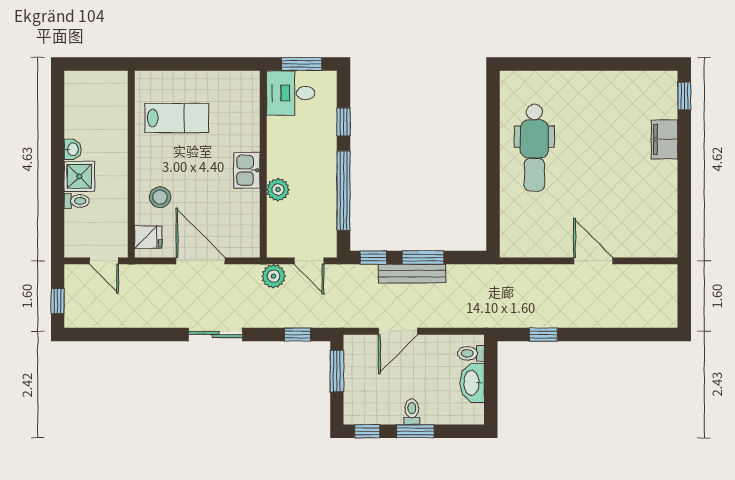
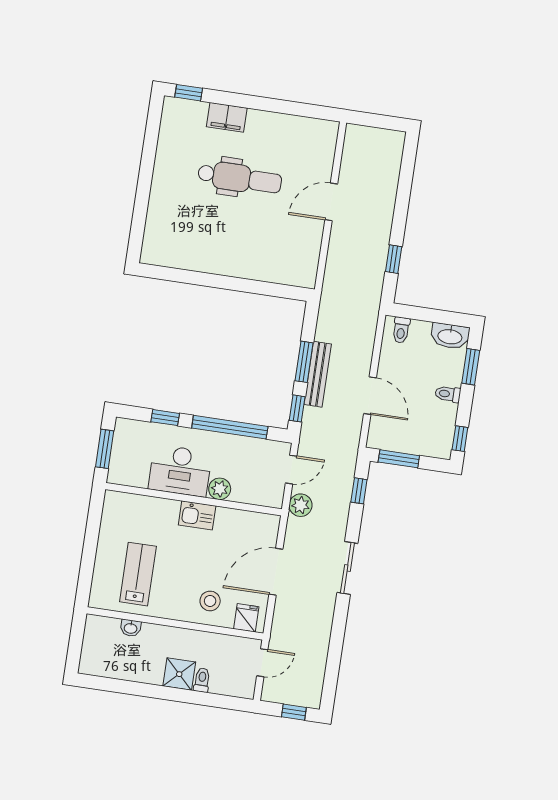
desk: (291, 93) -> (180, 471), moved, width x1.37
dental chair: (534, 148) -> (240, 178), moved
washbasin: (73, 149) -> (131, 628), moved, turned 180
washbasin: (472, 383) -> (450, 336), moved
window: (415, 431) -> (471, 367), moved

